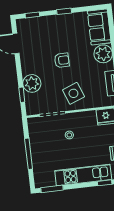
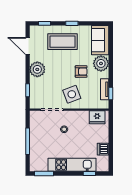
coffee table: (56, 34) -> (62, 42), added
armchair: (62, 60) -> (81, 72), moved
plant: (32, 83) -> (37, 69), moved

